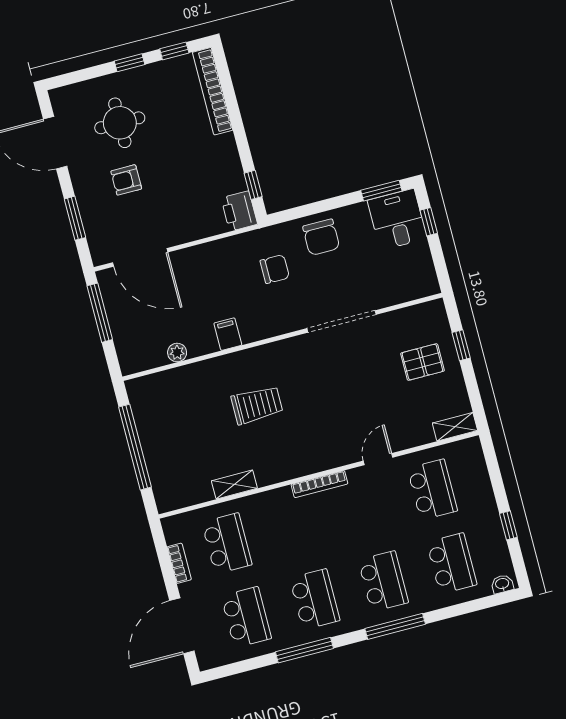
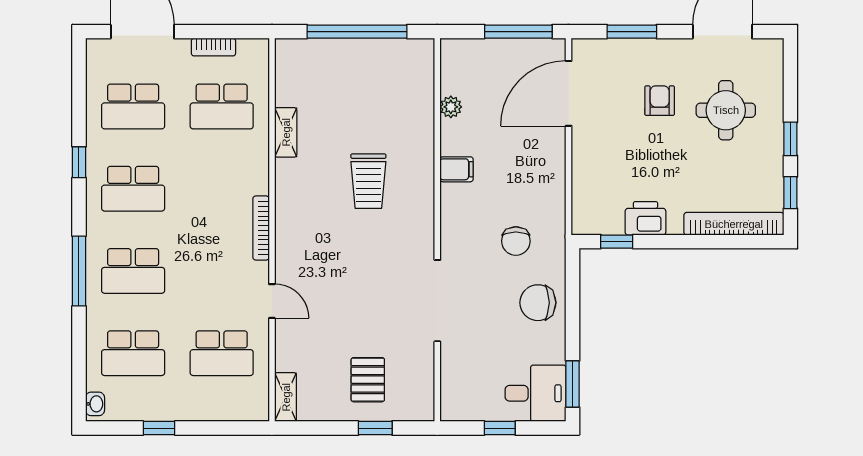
printer: (239, 211) -> (645, 218), moved
window: (429, 222) -> (500, 428), moved
window: (304, 650) -> (79, 162), width x0.46

